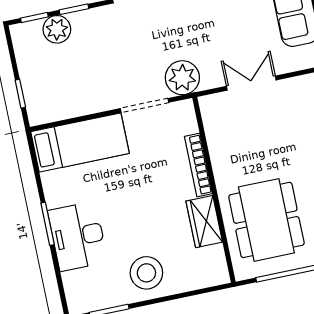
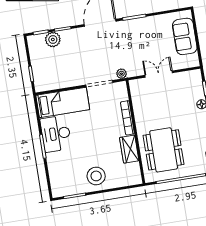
plant: (182, 78) -> (122, 74), width x0.53, depth x0.53
desk: (78, 236) -> (56, 134), moved

